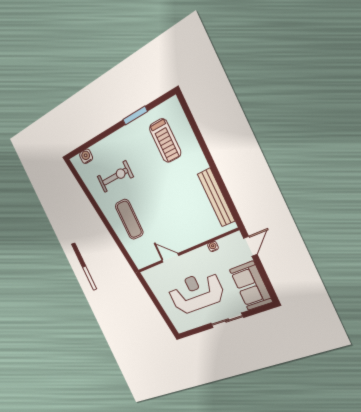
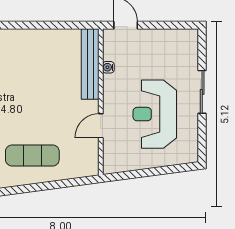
bench: (216, 197) -> (90, 64), moved, turned 90
sofa: (251, 286) -> (171, 45), removed

